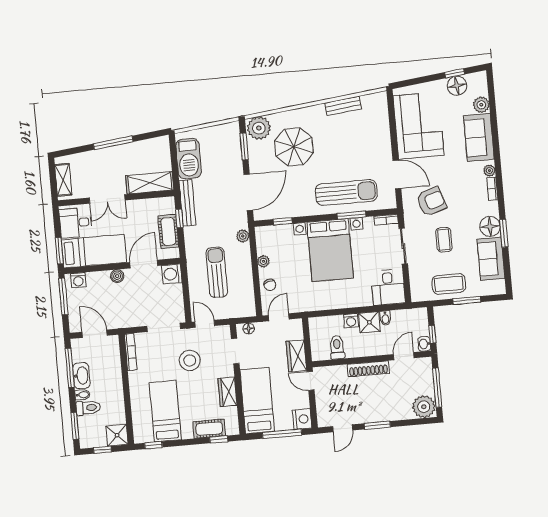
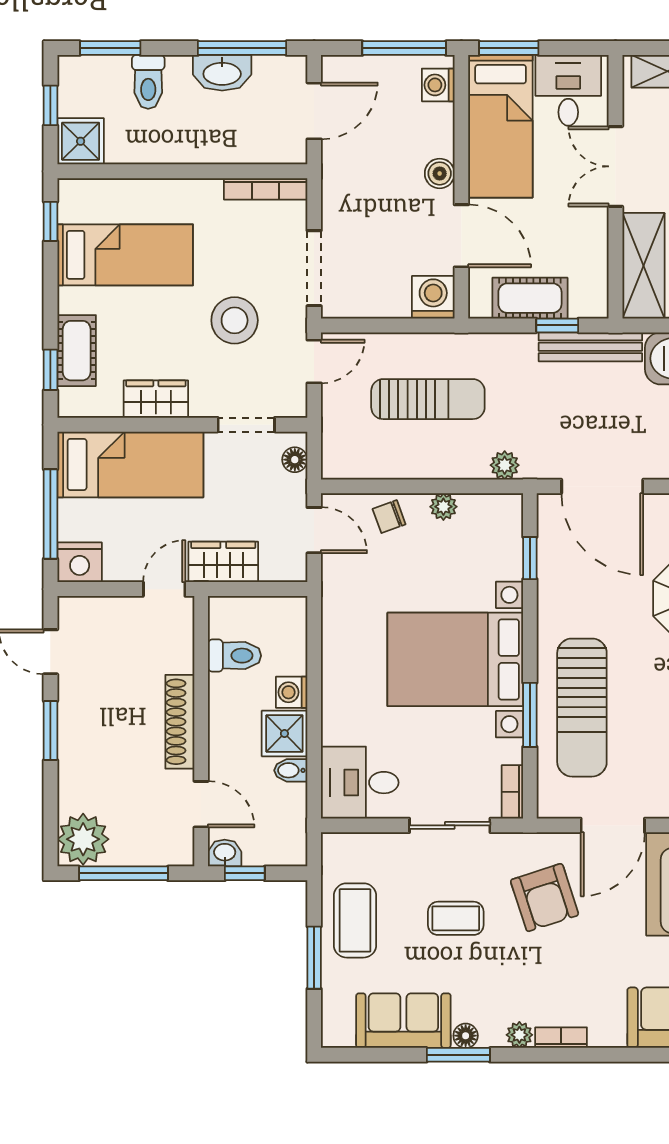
plant: (489, 171) -> (519, 1035), moved
floor lamp: (490, 226) -> (466, 1036), width x0.53, depth x0.53
bidet: (83, 395) -> (179, 72), removed

